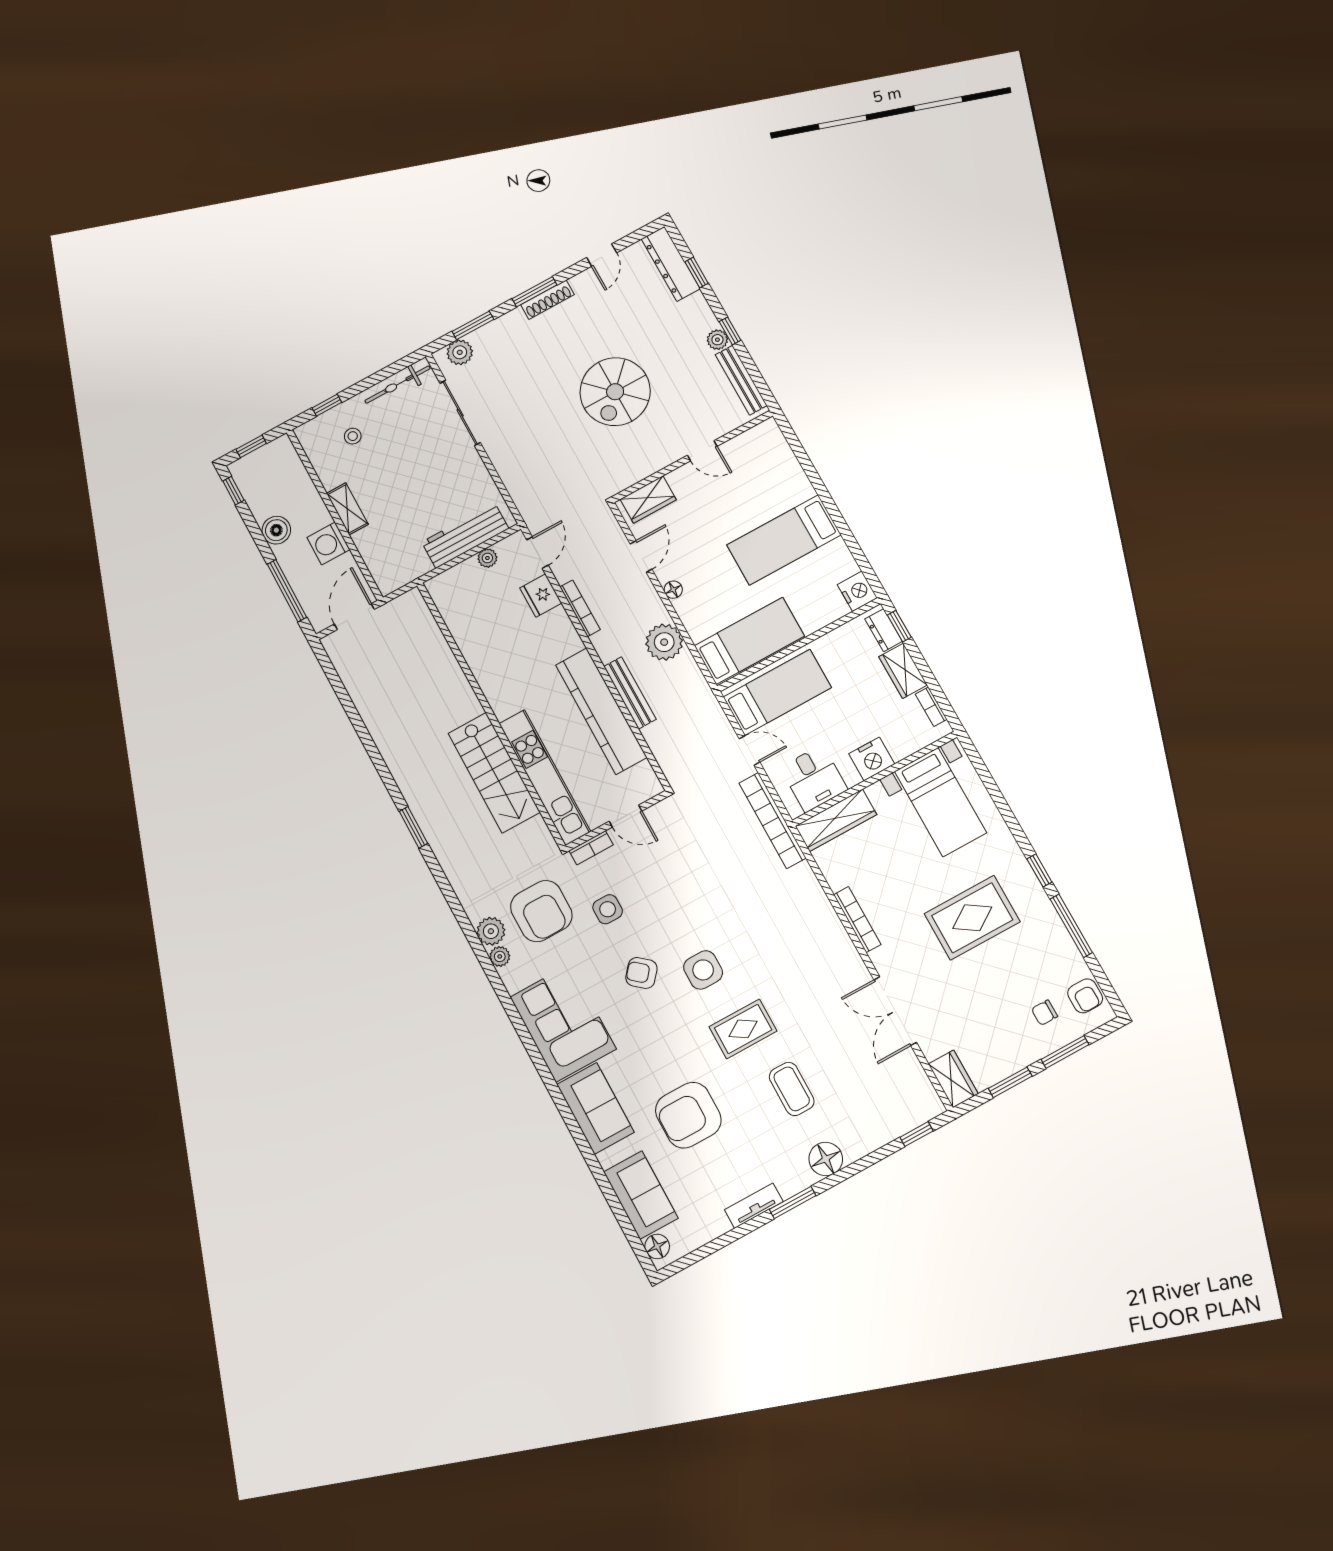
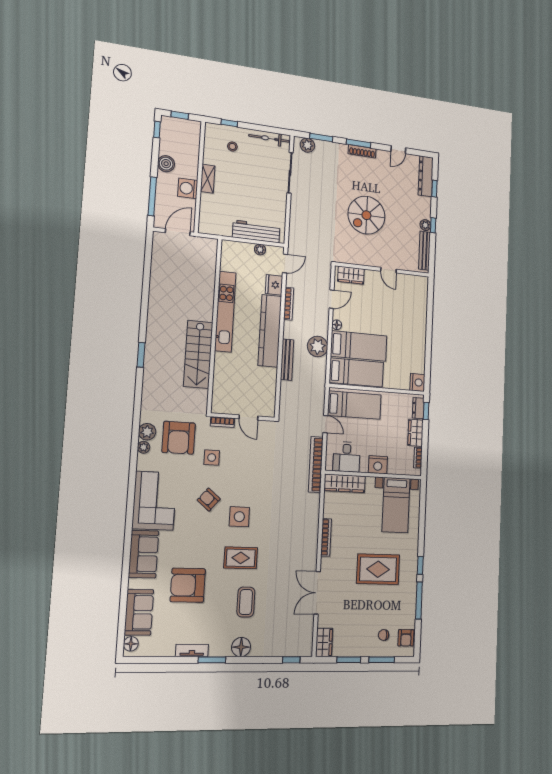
bed: (784, 540) -> (359, 346), moved, turned 180
kitchen counter: (601, 711) -> (270, 331), moved
kitchen unit: (545, 777) -> (225, 312), moved

